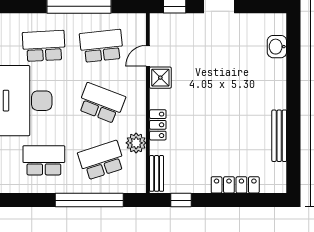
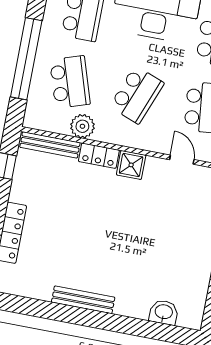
shower: (160, 78) -> (131, 165), moved
bench: (279, 136) -> (83, 300), moved
bench: (157, 173) -> (50, 145), width x1.36

